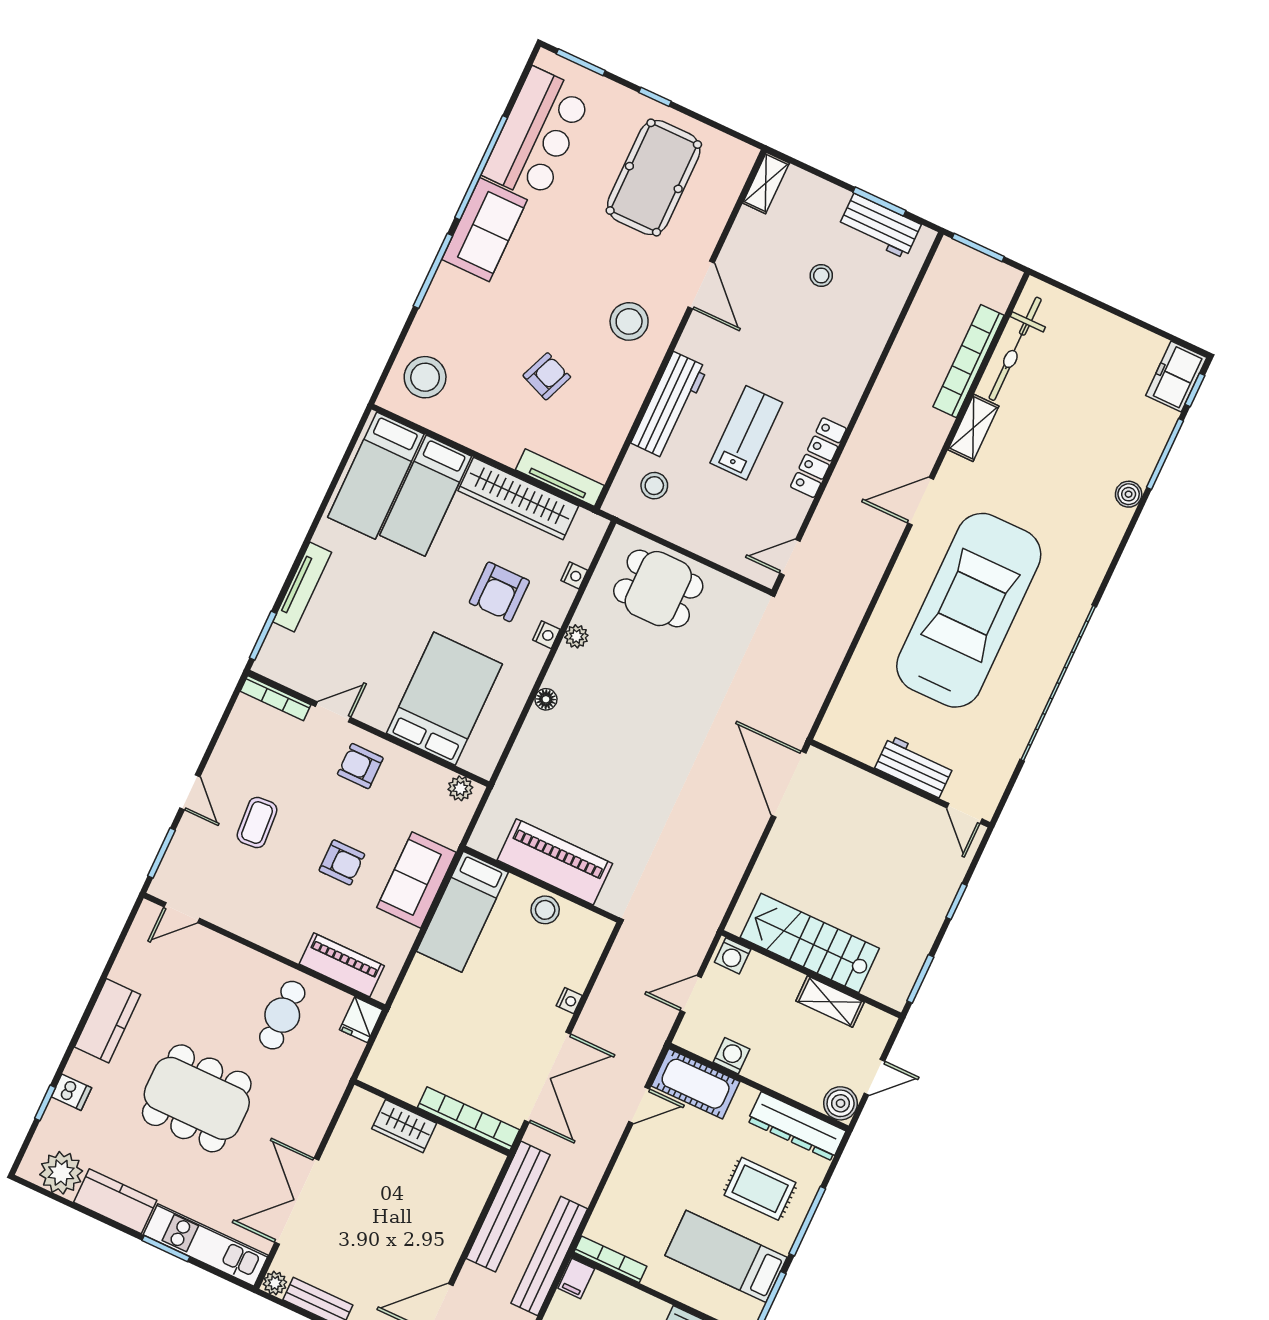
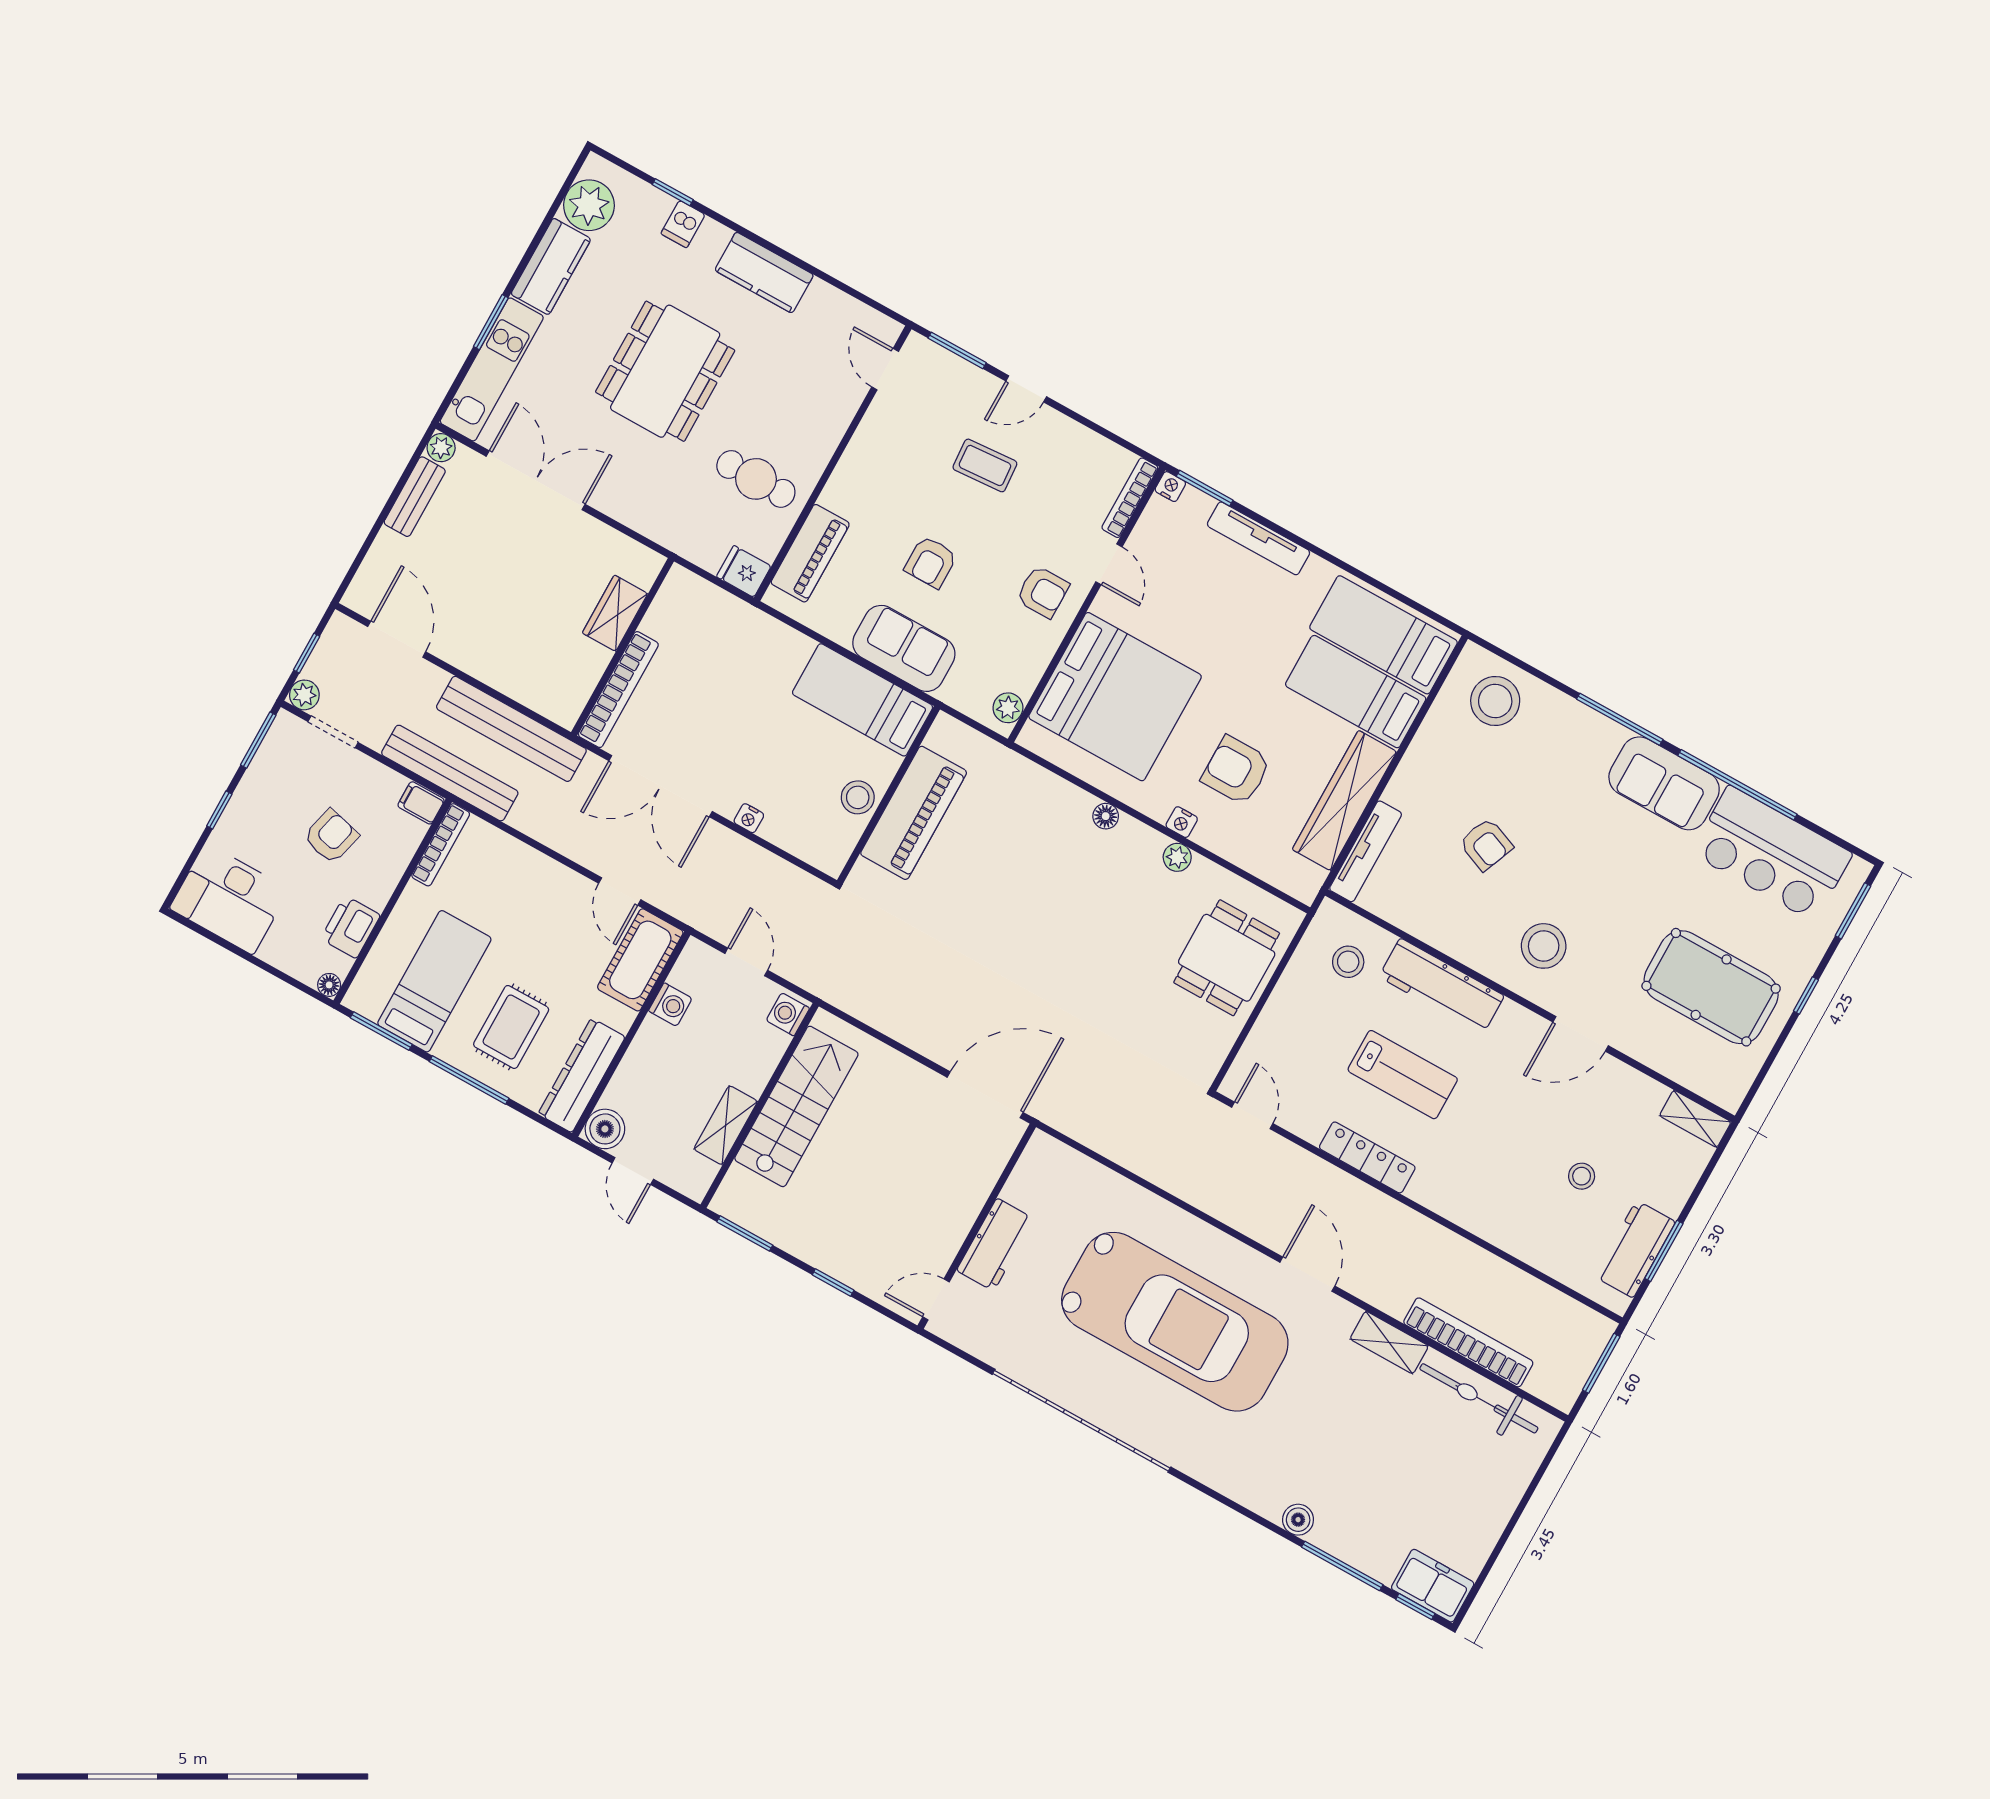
nightstand: (574, 575) -> (1170, 487), moved, turned 180
bed: (444, 699) -> (1115, 697), width x1.36
armchair: (360, 766) -> (1043, 592), turned 90

